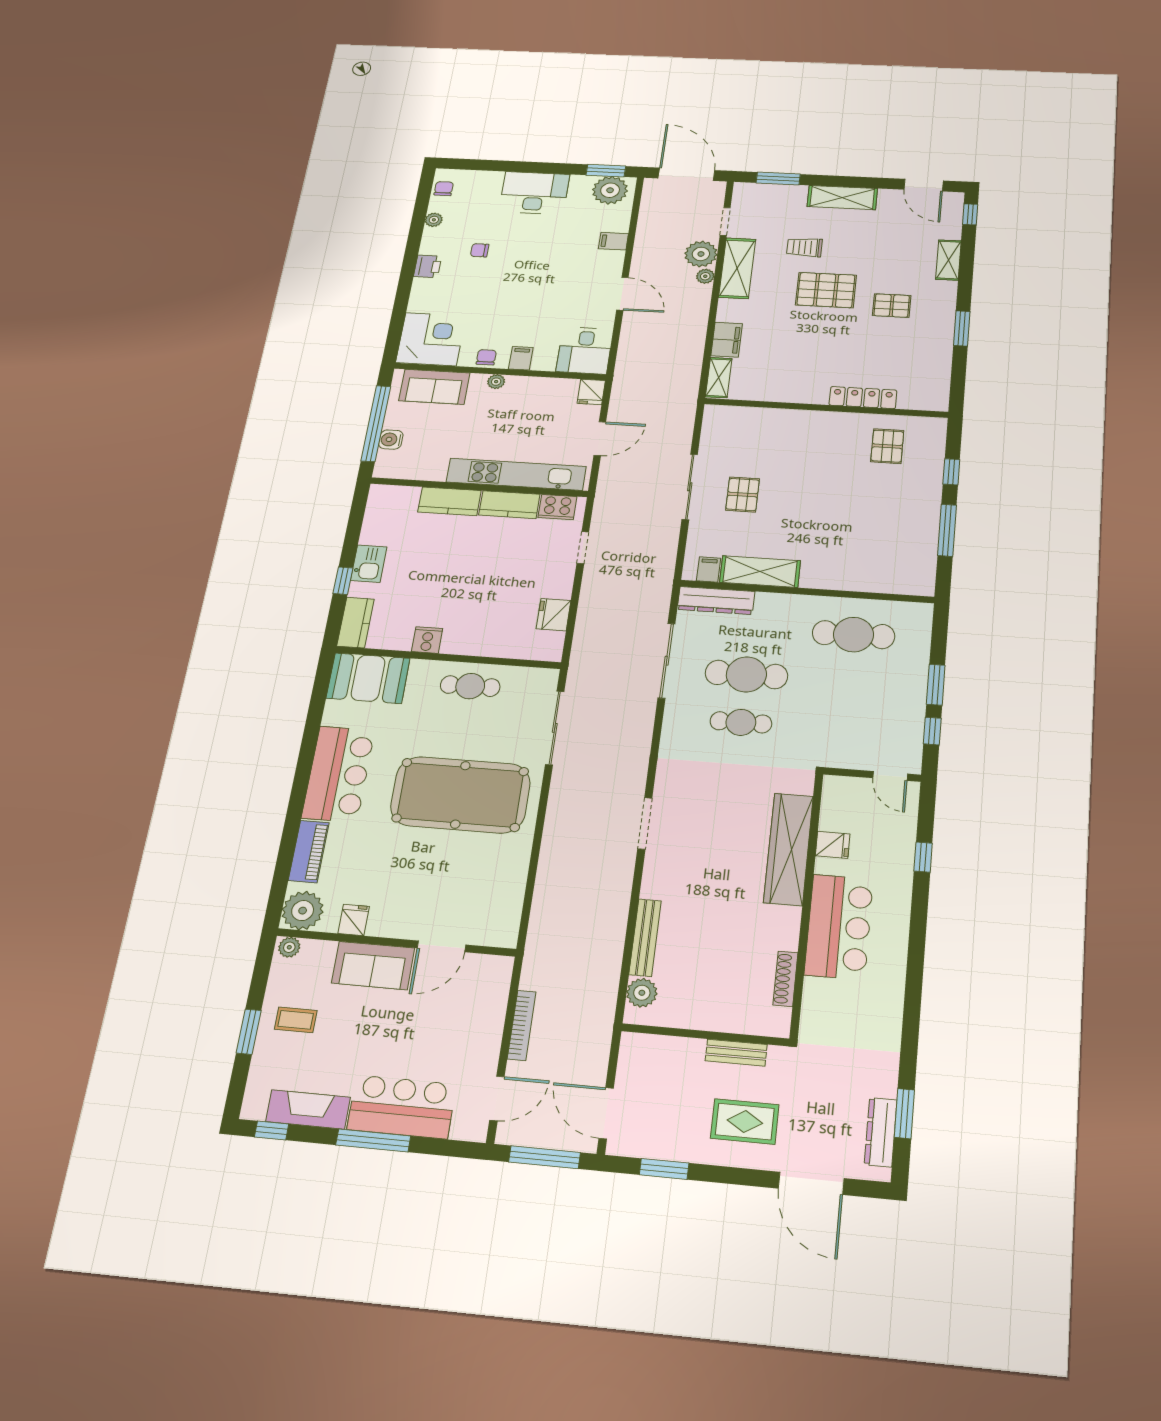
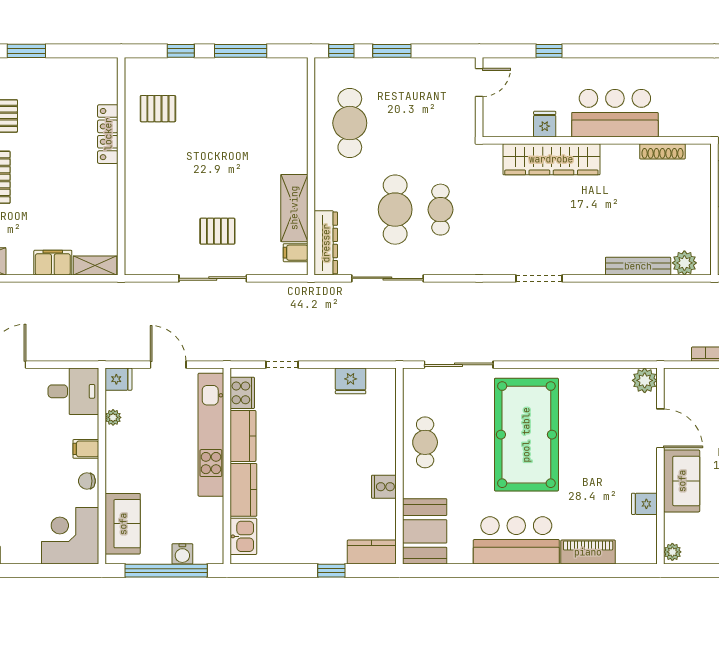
plant: (496, 382) -> (113, 417), moved
kitchen sink: (369, 564) -> (243, 536), moved, turned 90
window: (932, 731) -> (341, 51), moved
plant: (303, 911) -> (645, 380), moved, width x0.73, depth x0.73

